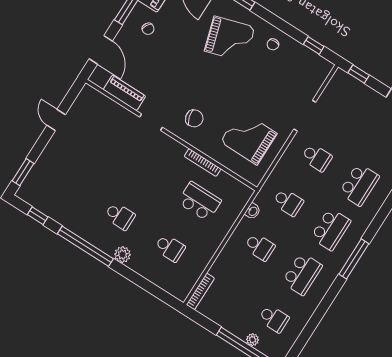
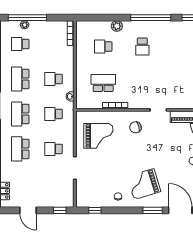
school desk: (199, 201) -> (103, 83), turned 180
school desk: (120, 216) -> (142, 47), turned -90
plant: (123, 255) -> (117, 26), moved

